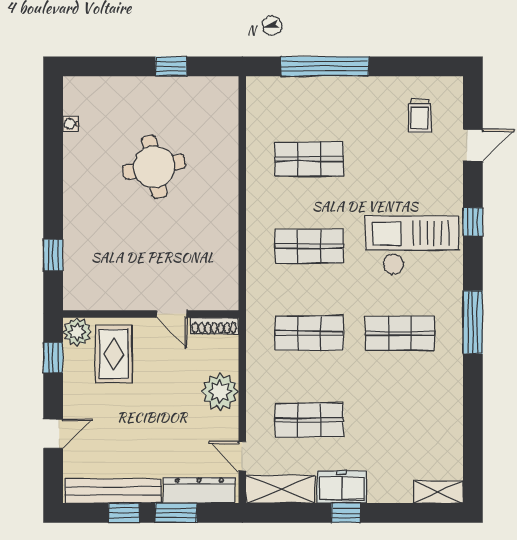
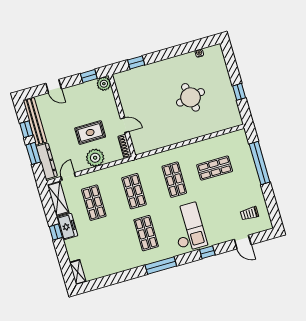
shop shelf: (309, 159) -> (215, 168), turned 90
door: (172, 314) -> (125, 125), swing flipped
rug: (114, 354) -> (90, 133), moved

